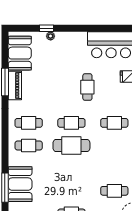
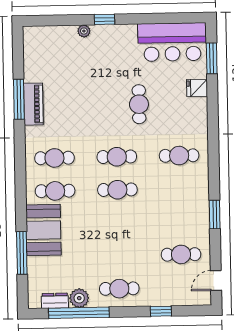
window: (46, 28) -> (105, 19), moved
booth: (20, 53) -> (40, 57), removed
cafe table: (71, 146) -> (117, 190), width x0.73, depth x0.74
booth: (20, 184) -> (43, 230), moved

